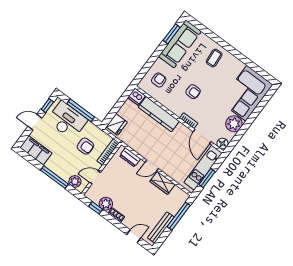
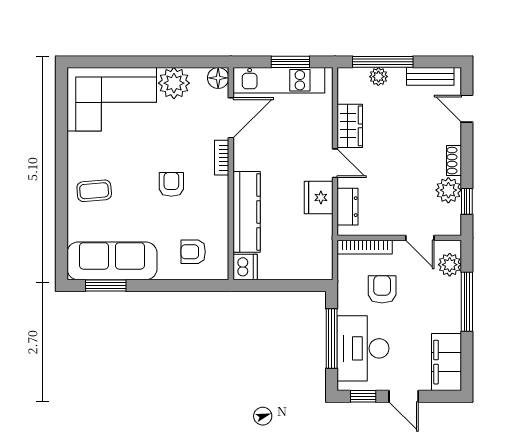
fridge: (117, 124) -> (319, 197), moved, turned -90
plant: (174, 210) -> (378, 77), added
bench: (161, 228) -> (430, 76), width x0.73

